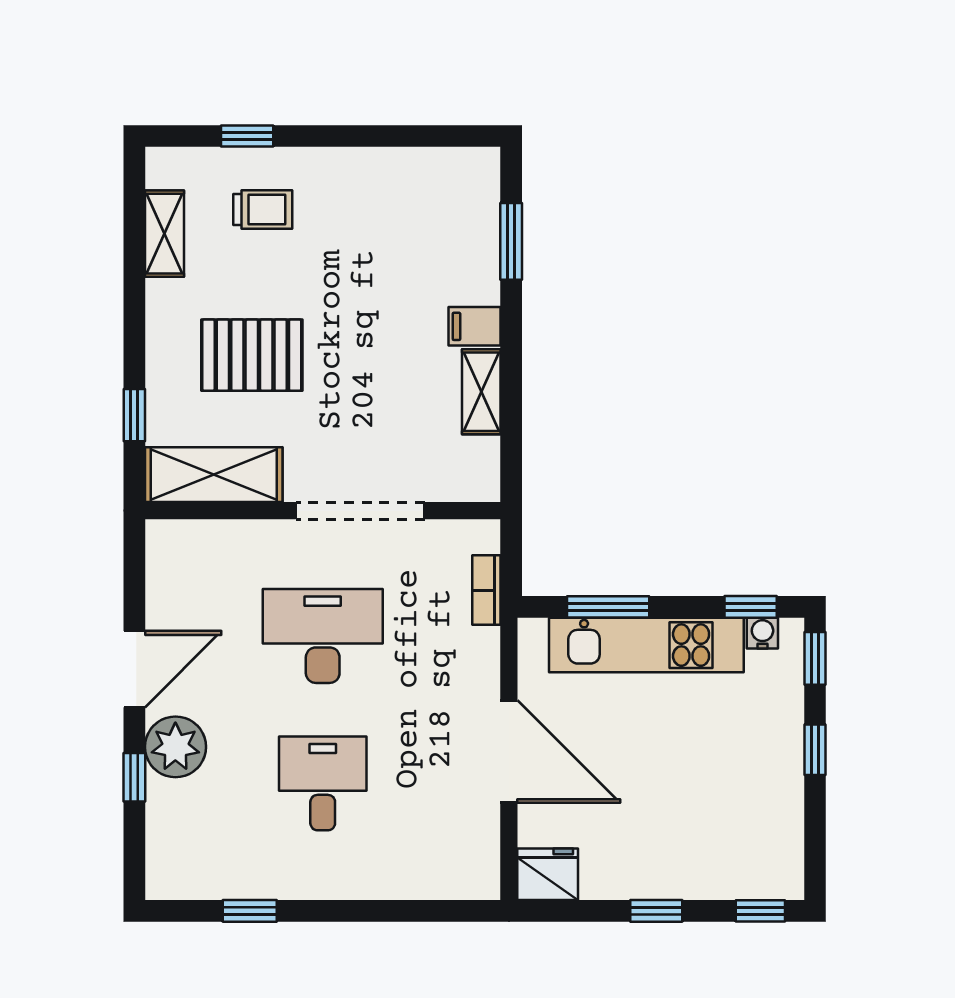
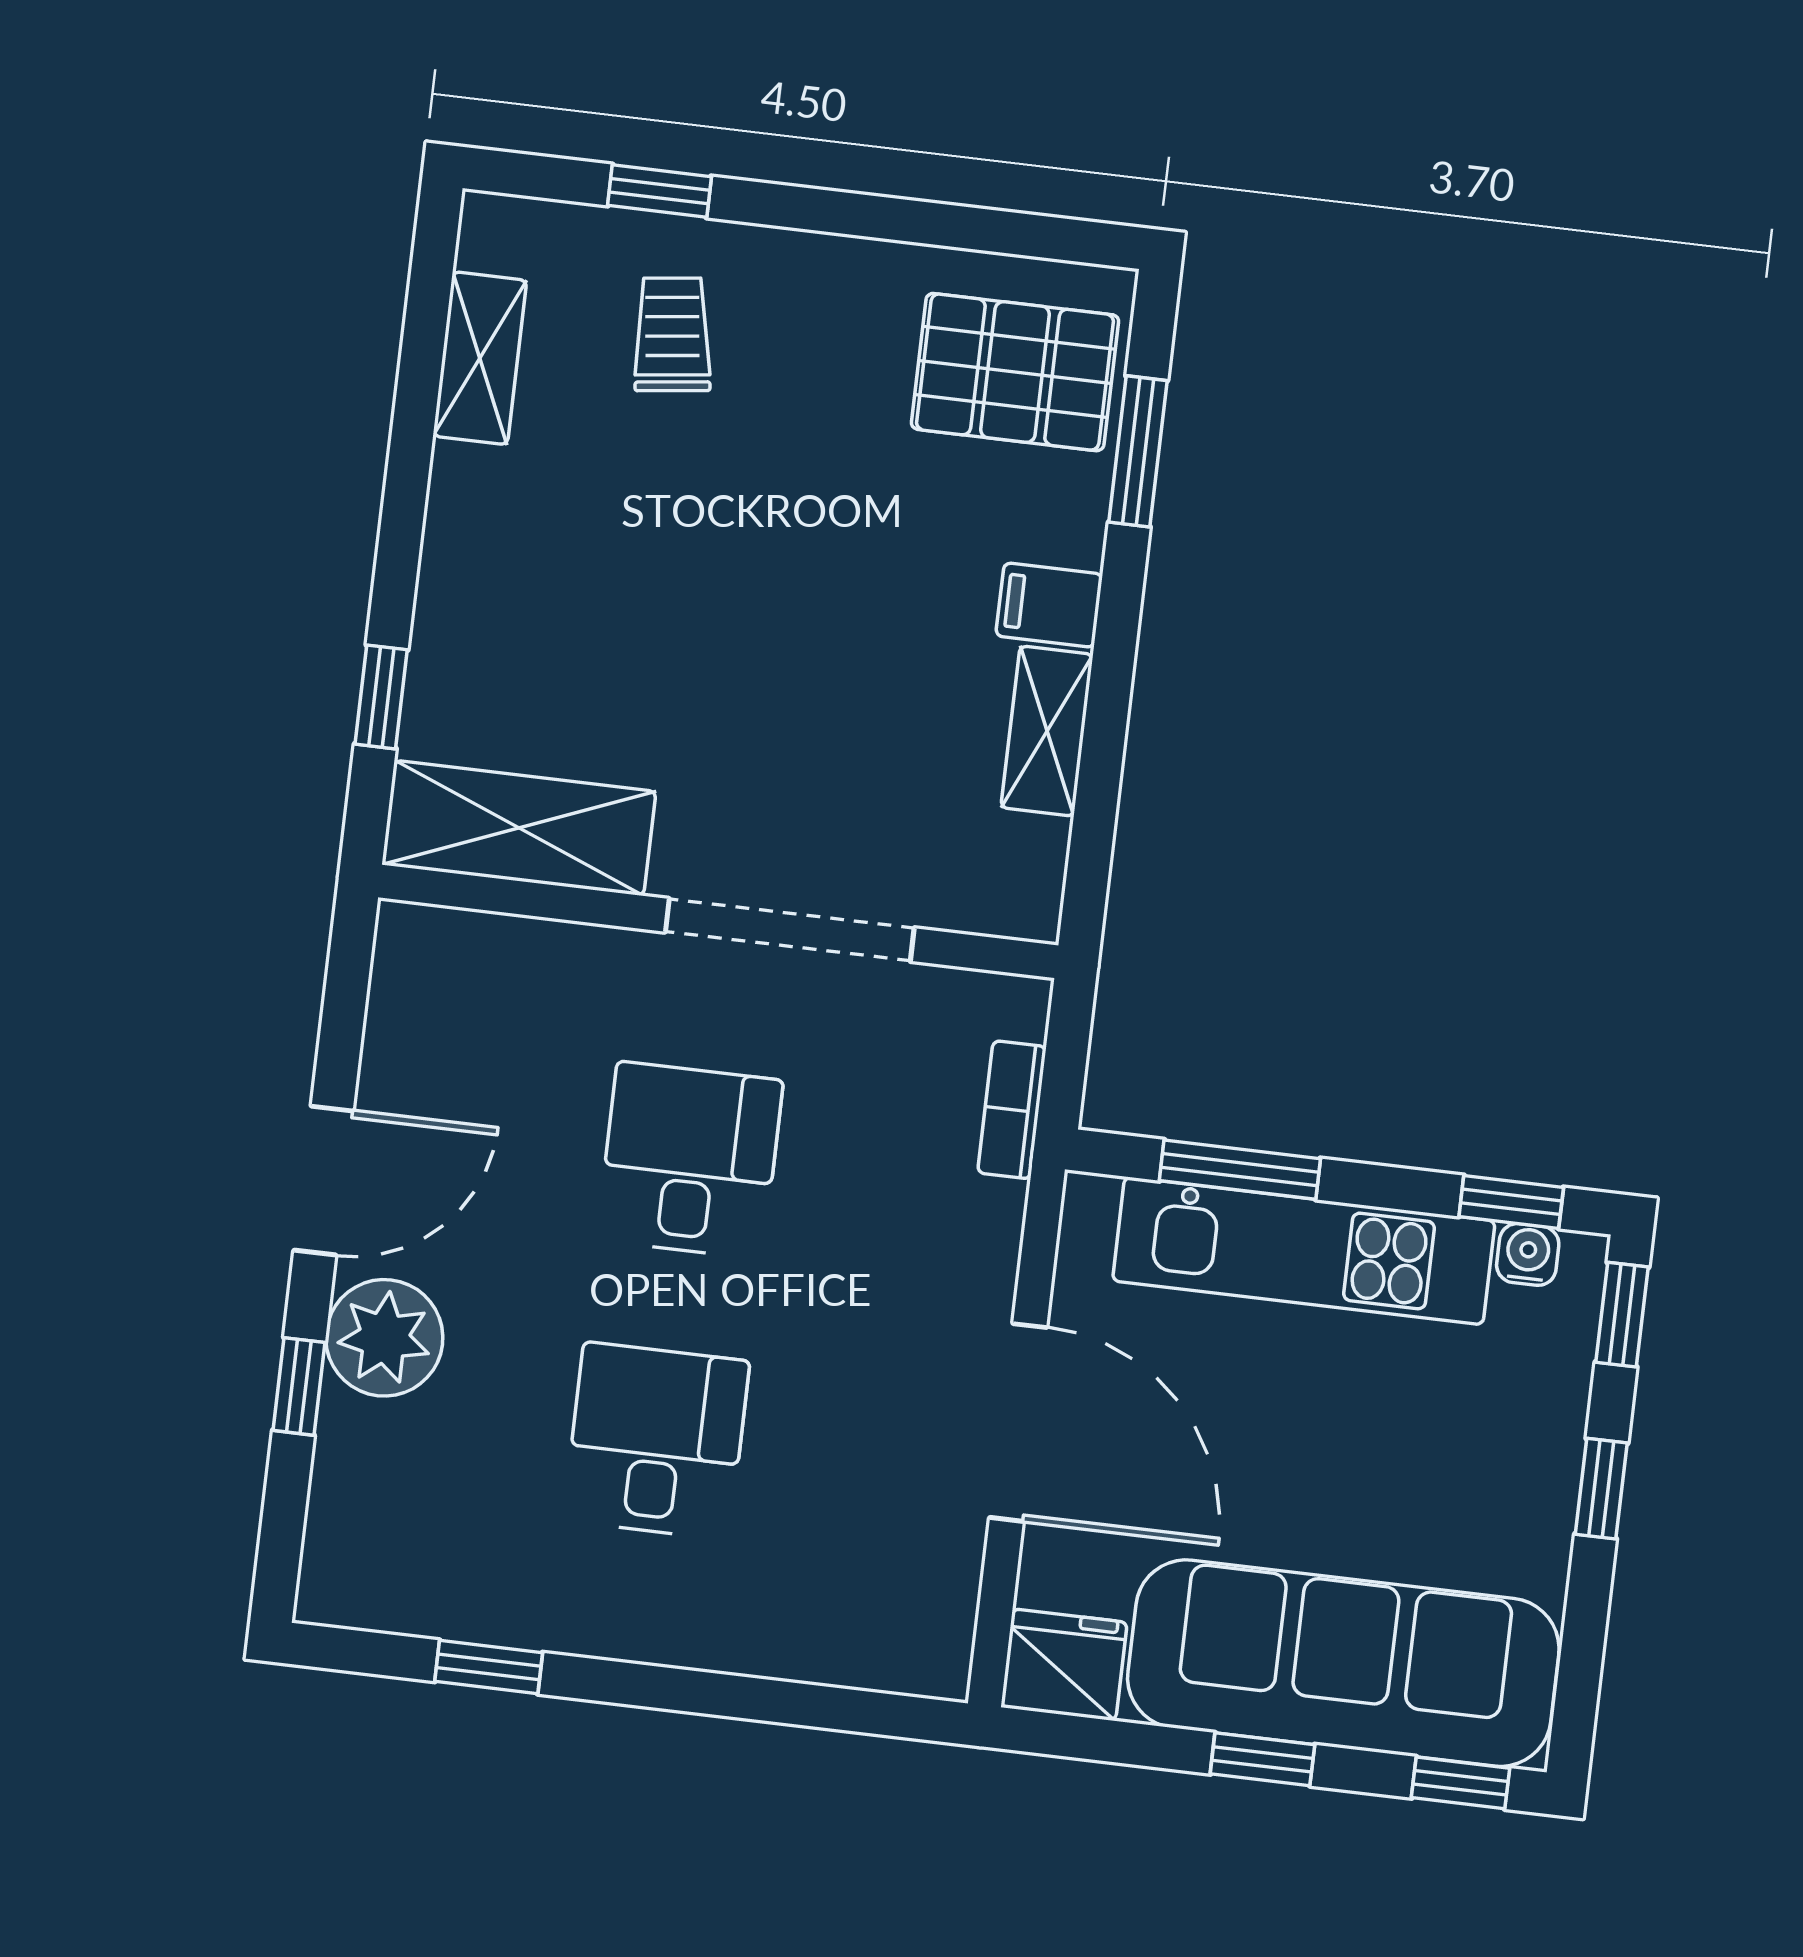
trolley: (263, 209) -> (672, 334), turned -97
pallet: (252, 355) -> (1015, 372), moved
desk: (323, 636) -> (690, 1160), width x0.73
sofa: (692, 856) -> (1343, 1663), added

